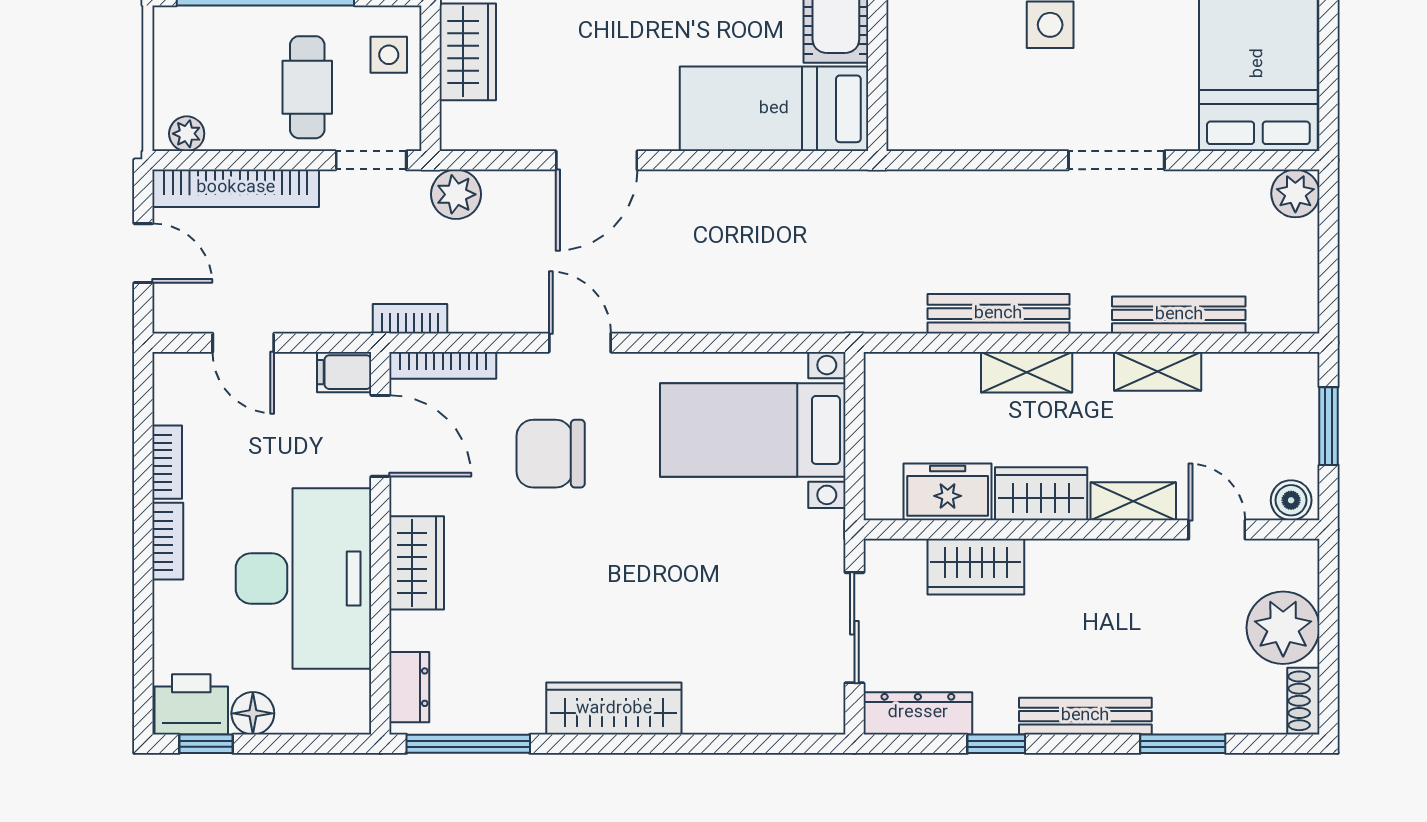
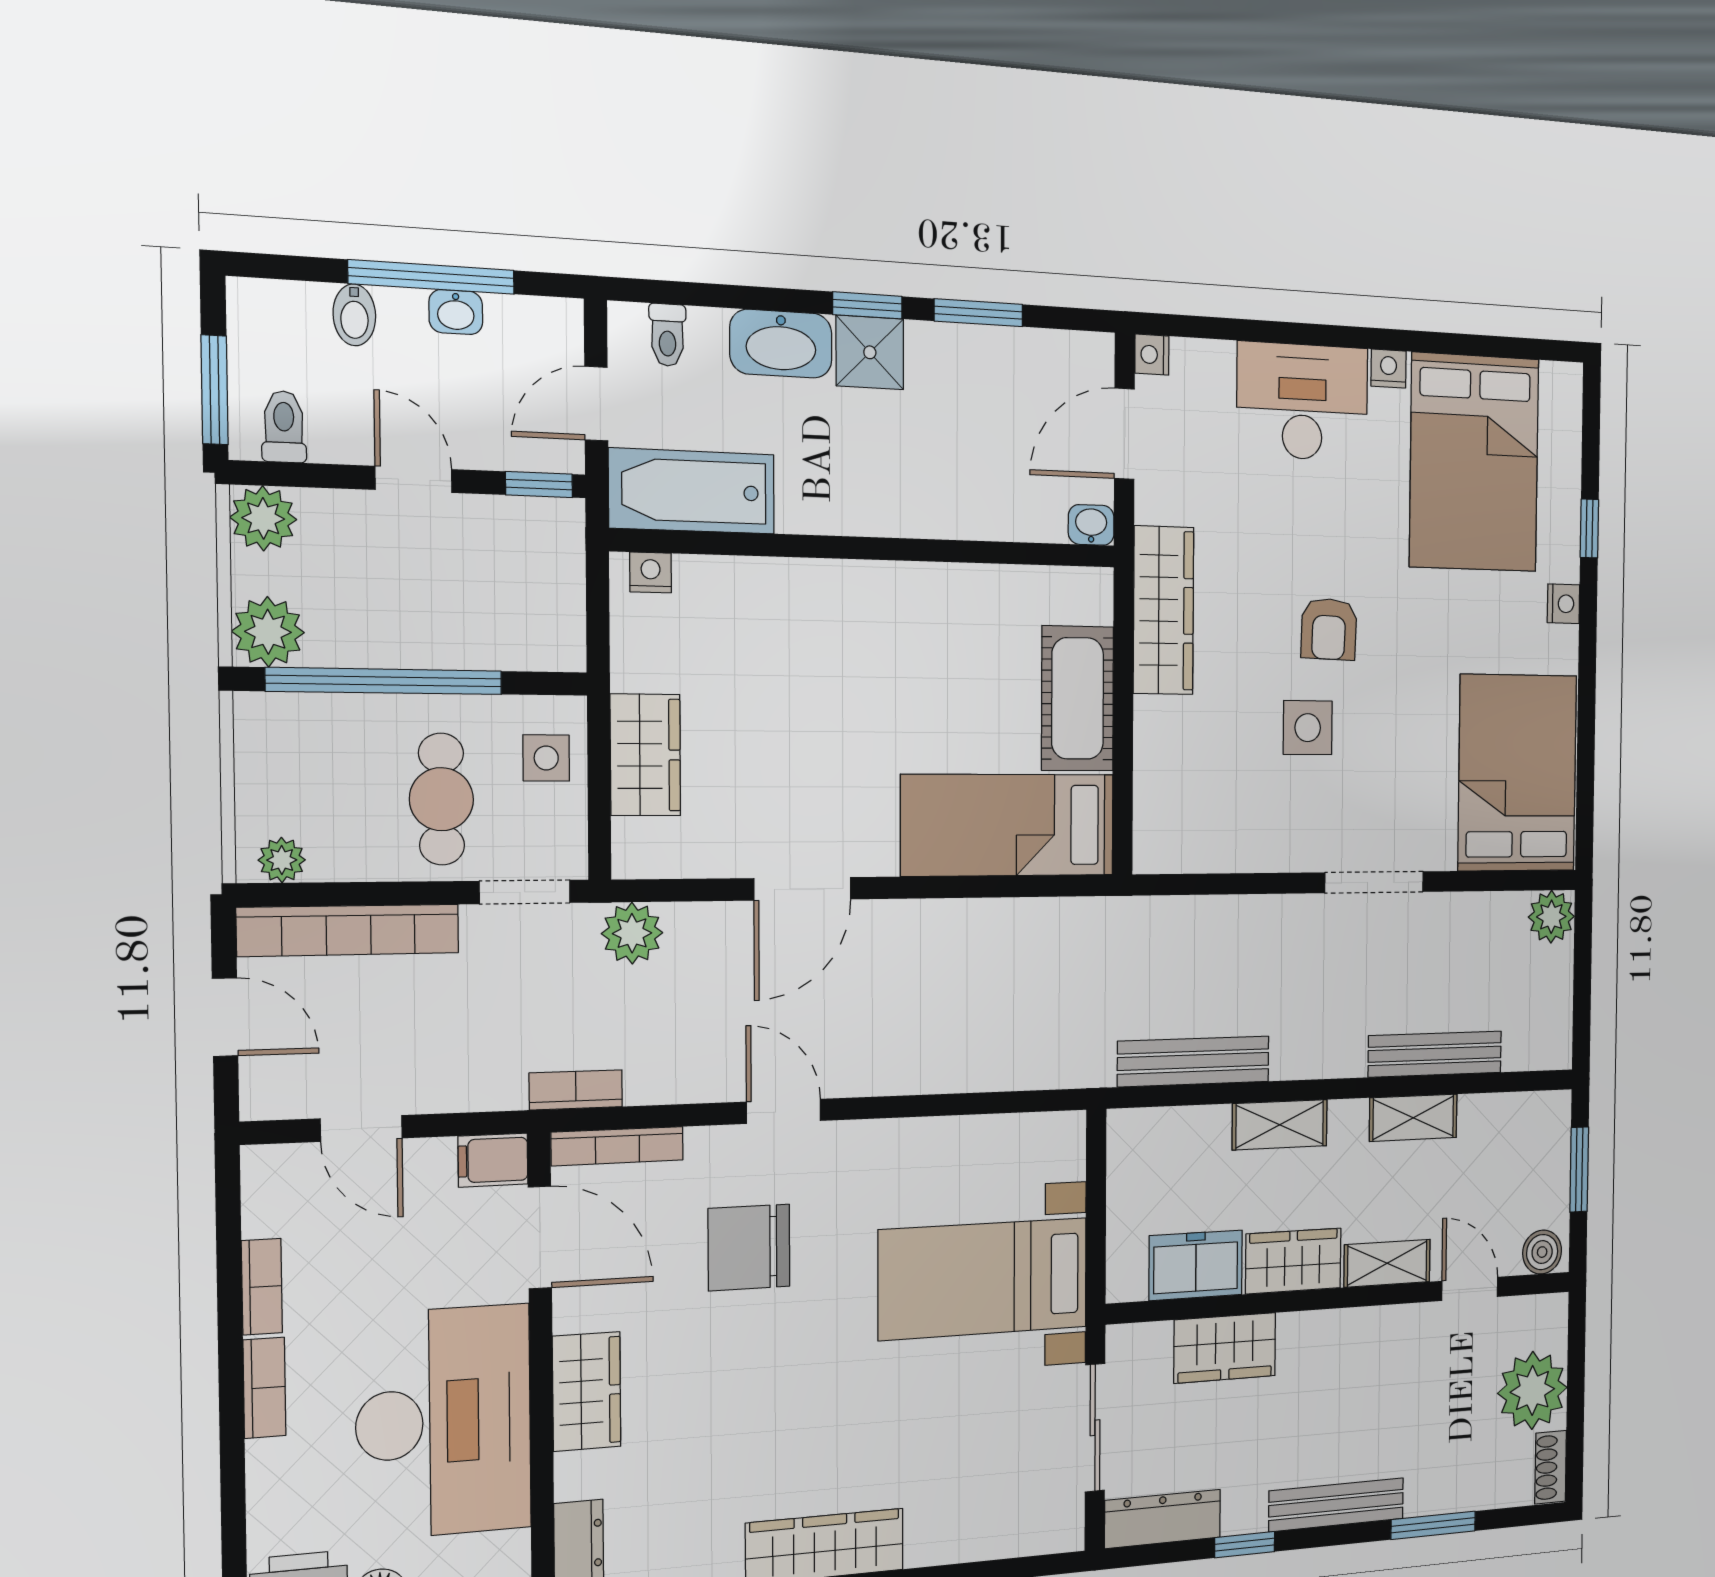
bench: (998, 314) -> (1194, 1061), moved
bed with nightstands: (753, 430) -> (983, 1279), moved

